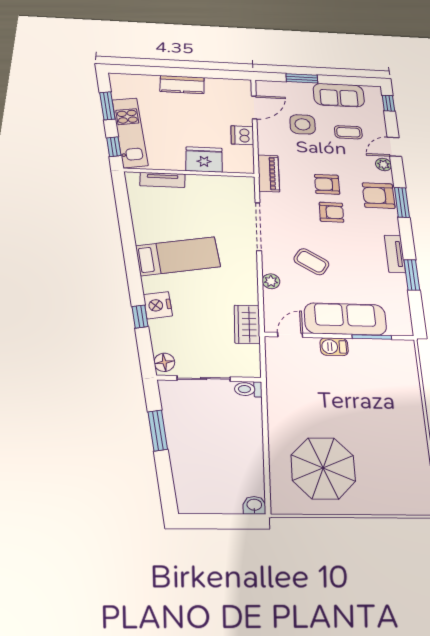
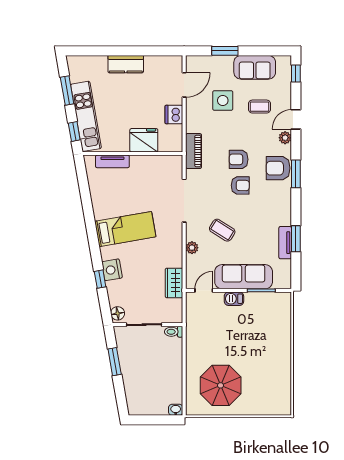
tv unit: (395, 254) -> (285, 243), moved

